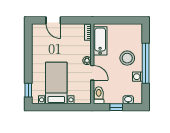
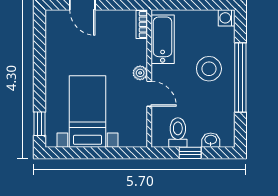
washing machine: (137, 77) -> (227, 18), moved
toilet: (99, 95) -> (178, 132), moved

